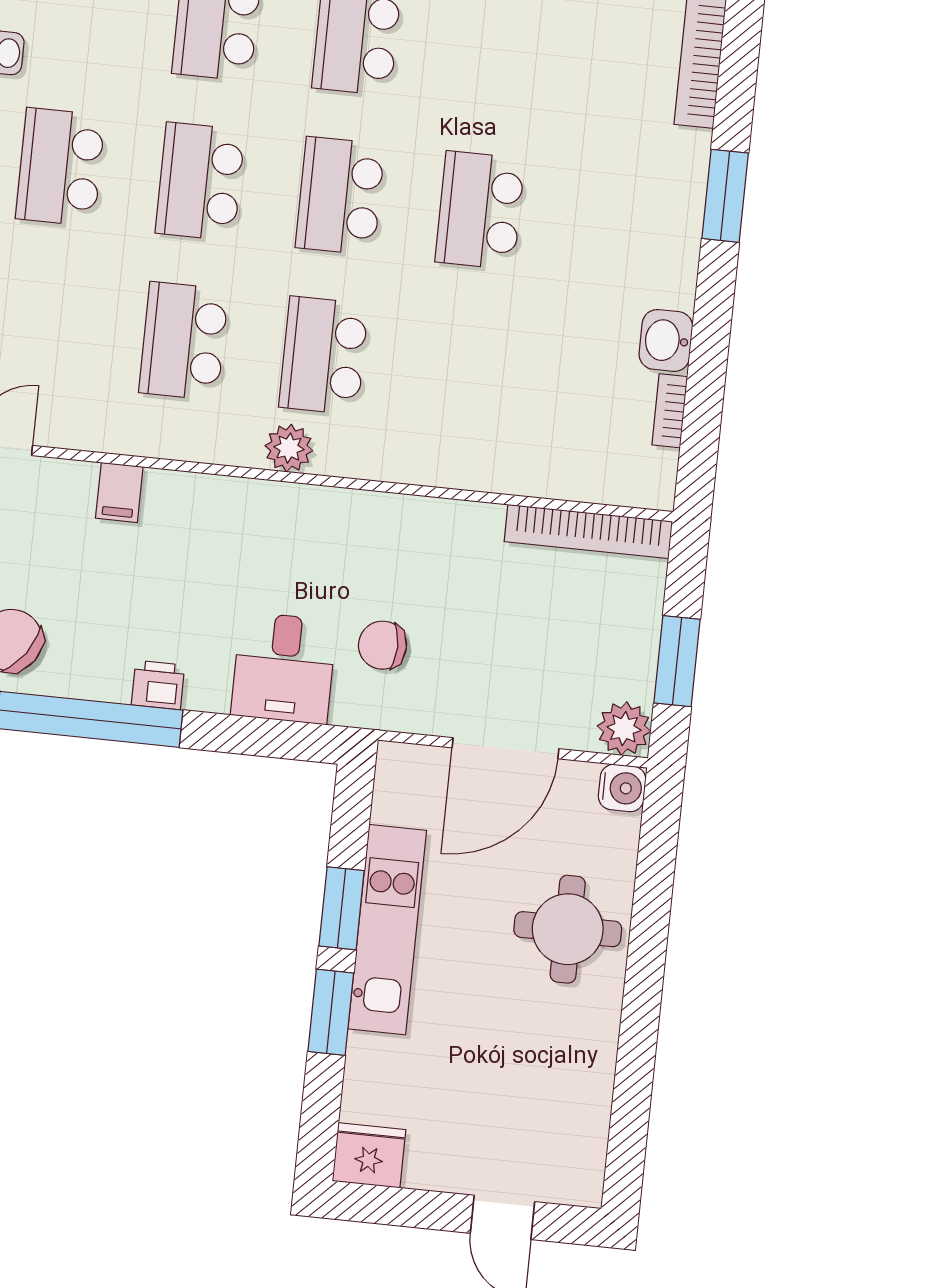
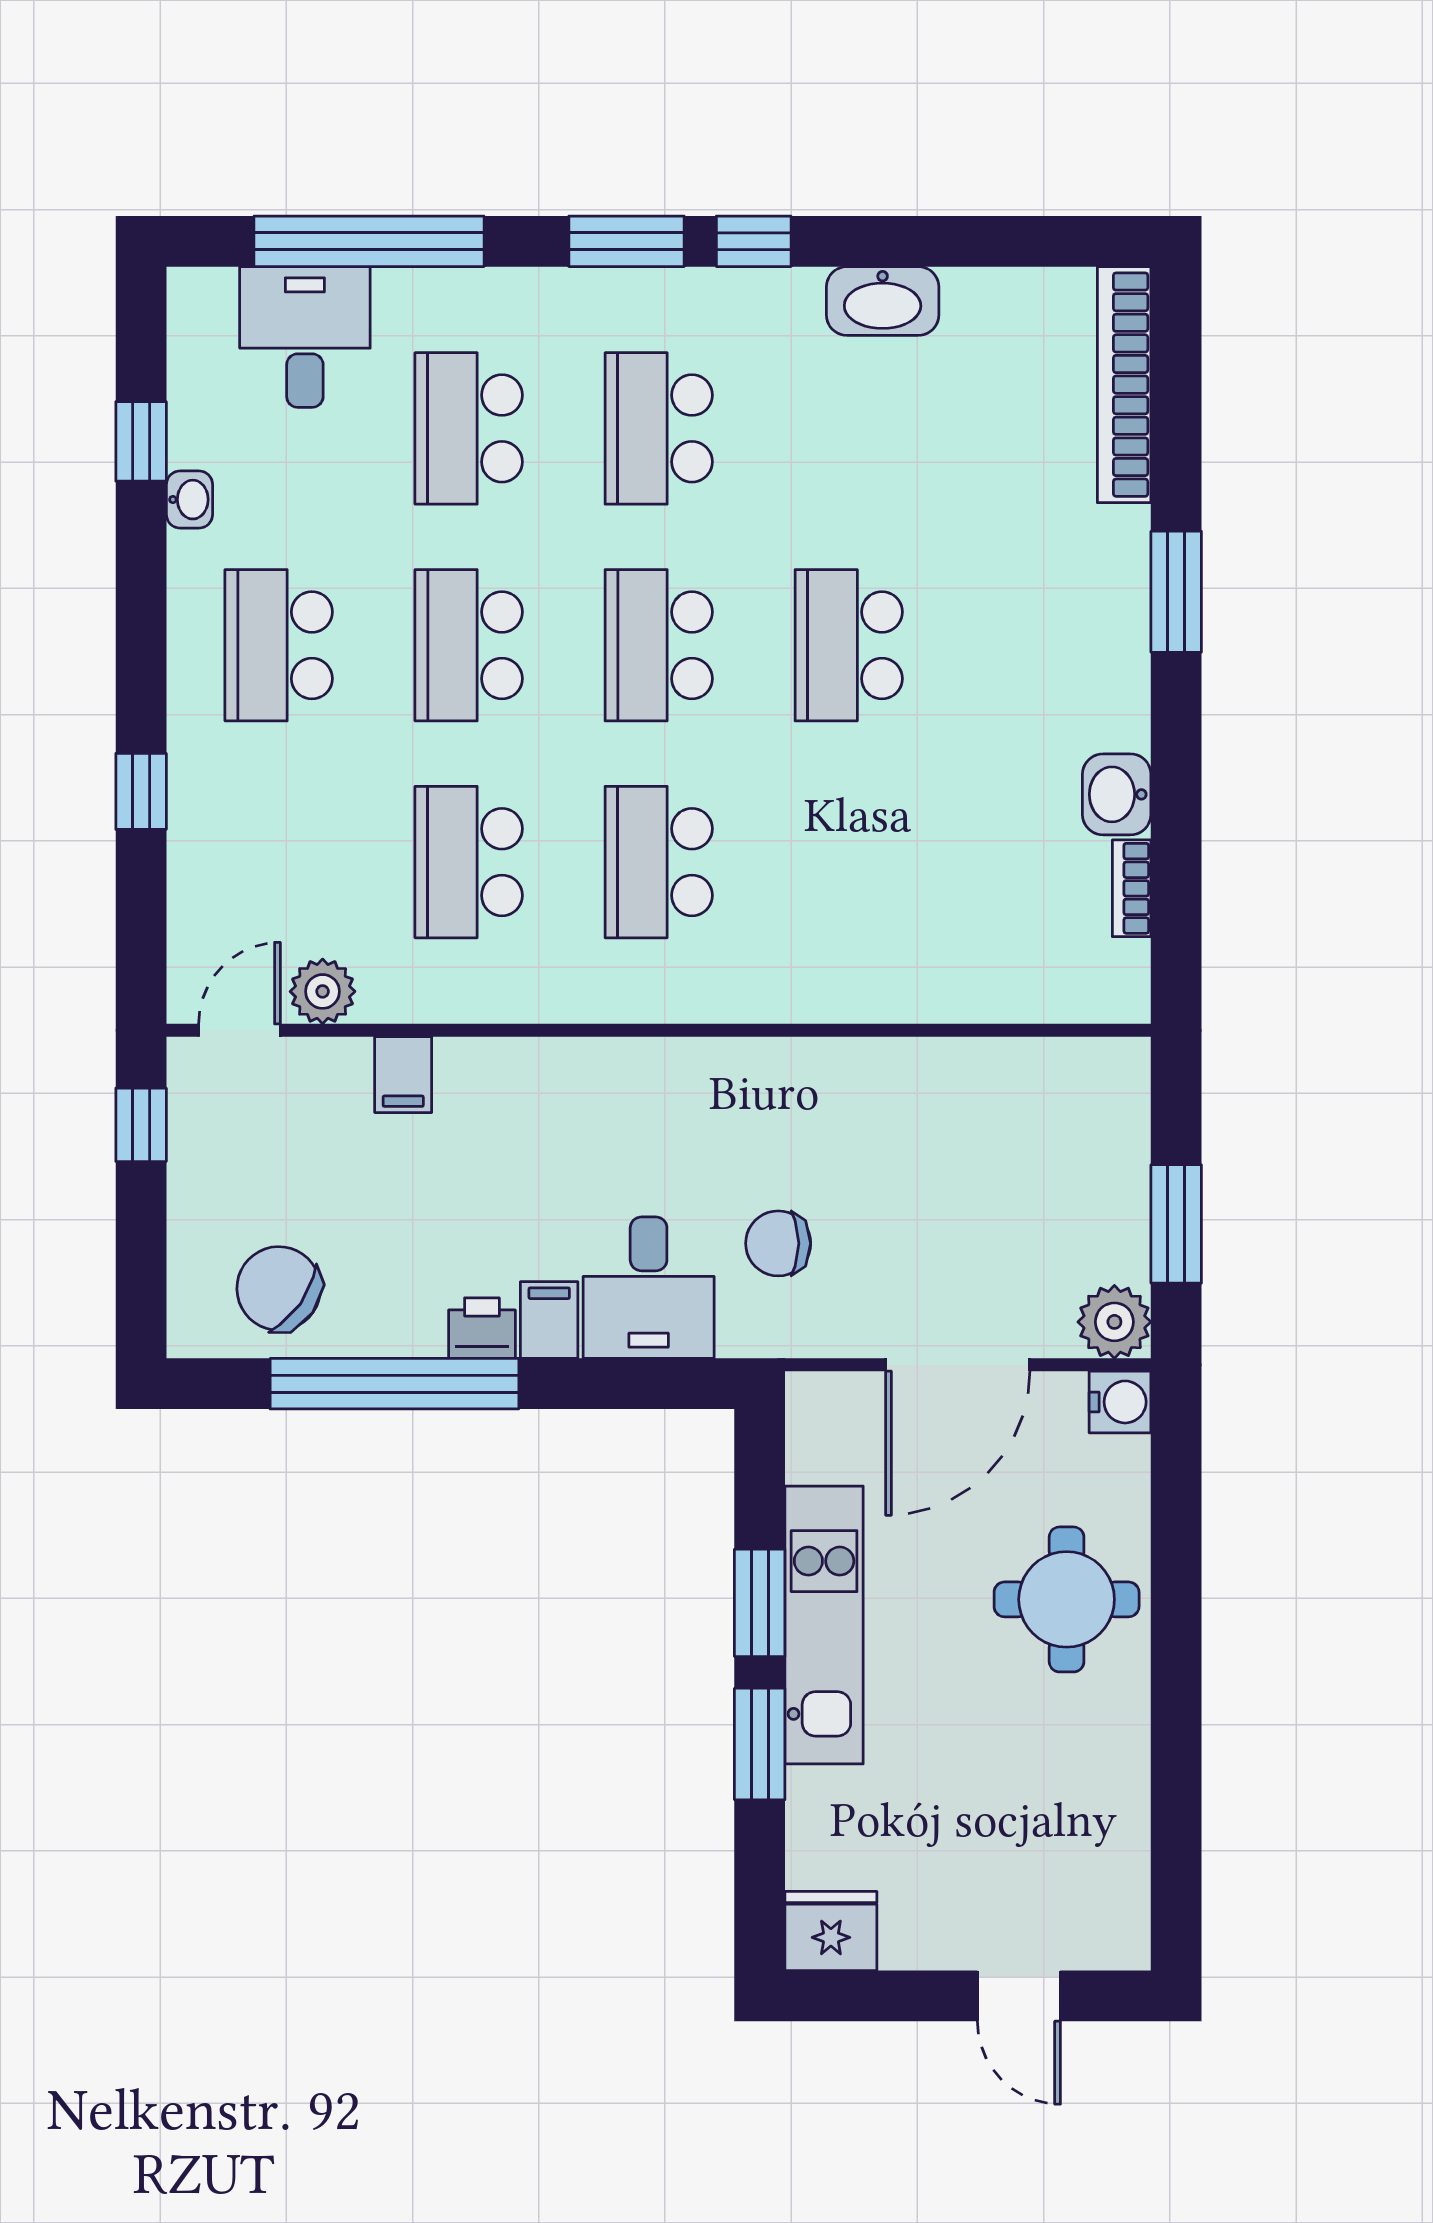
plant: (289, 448) -> (323, 991), moved
bookcase: (588, 532) -> (1039, 1062), removed
filing cabinet: (208, 684) -> (549, 1320), added

